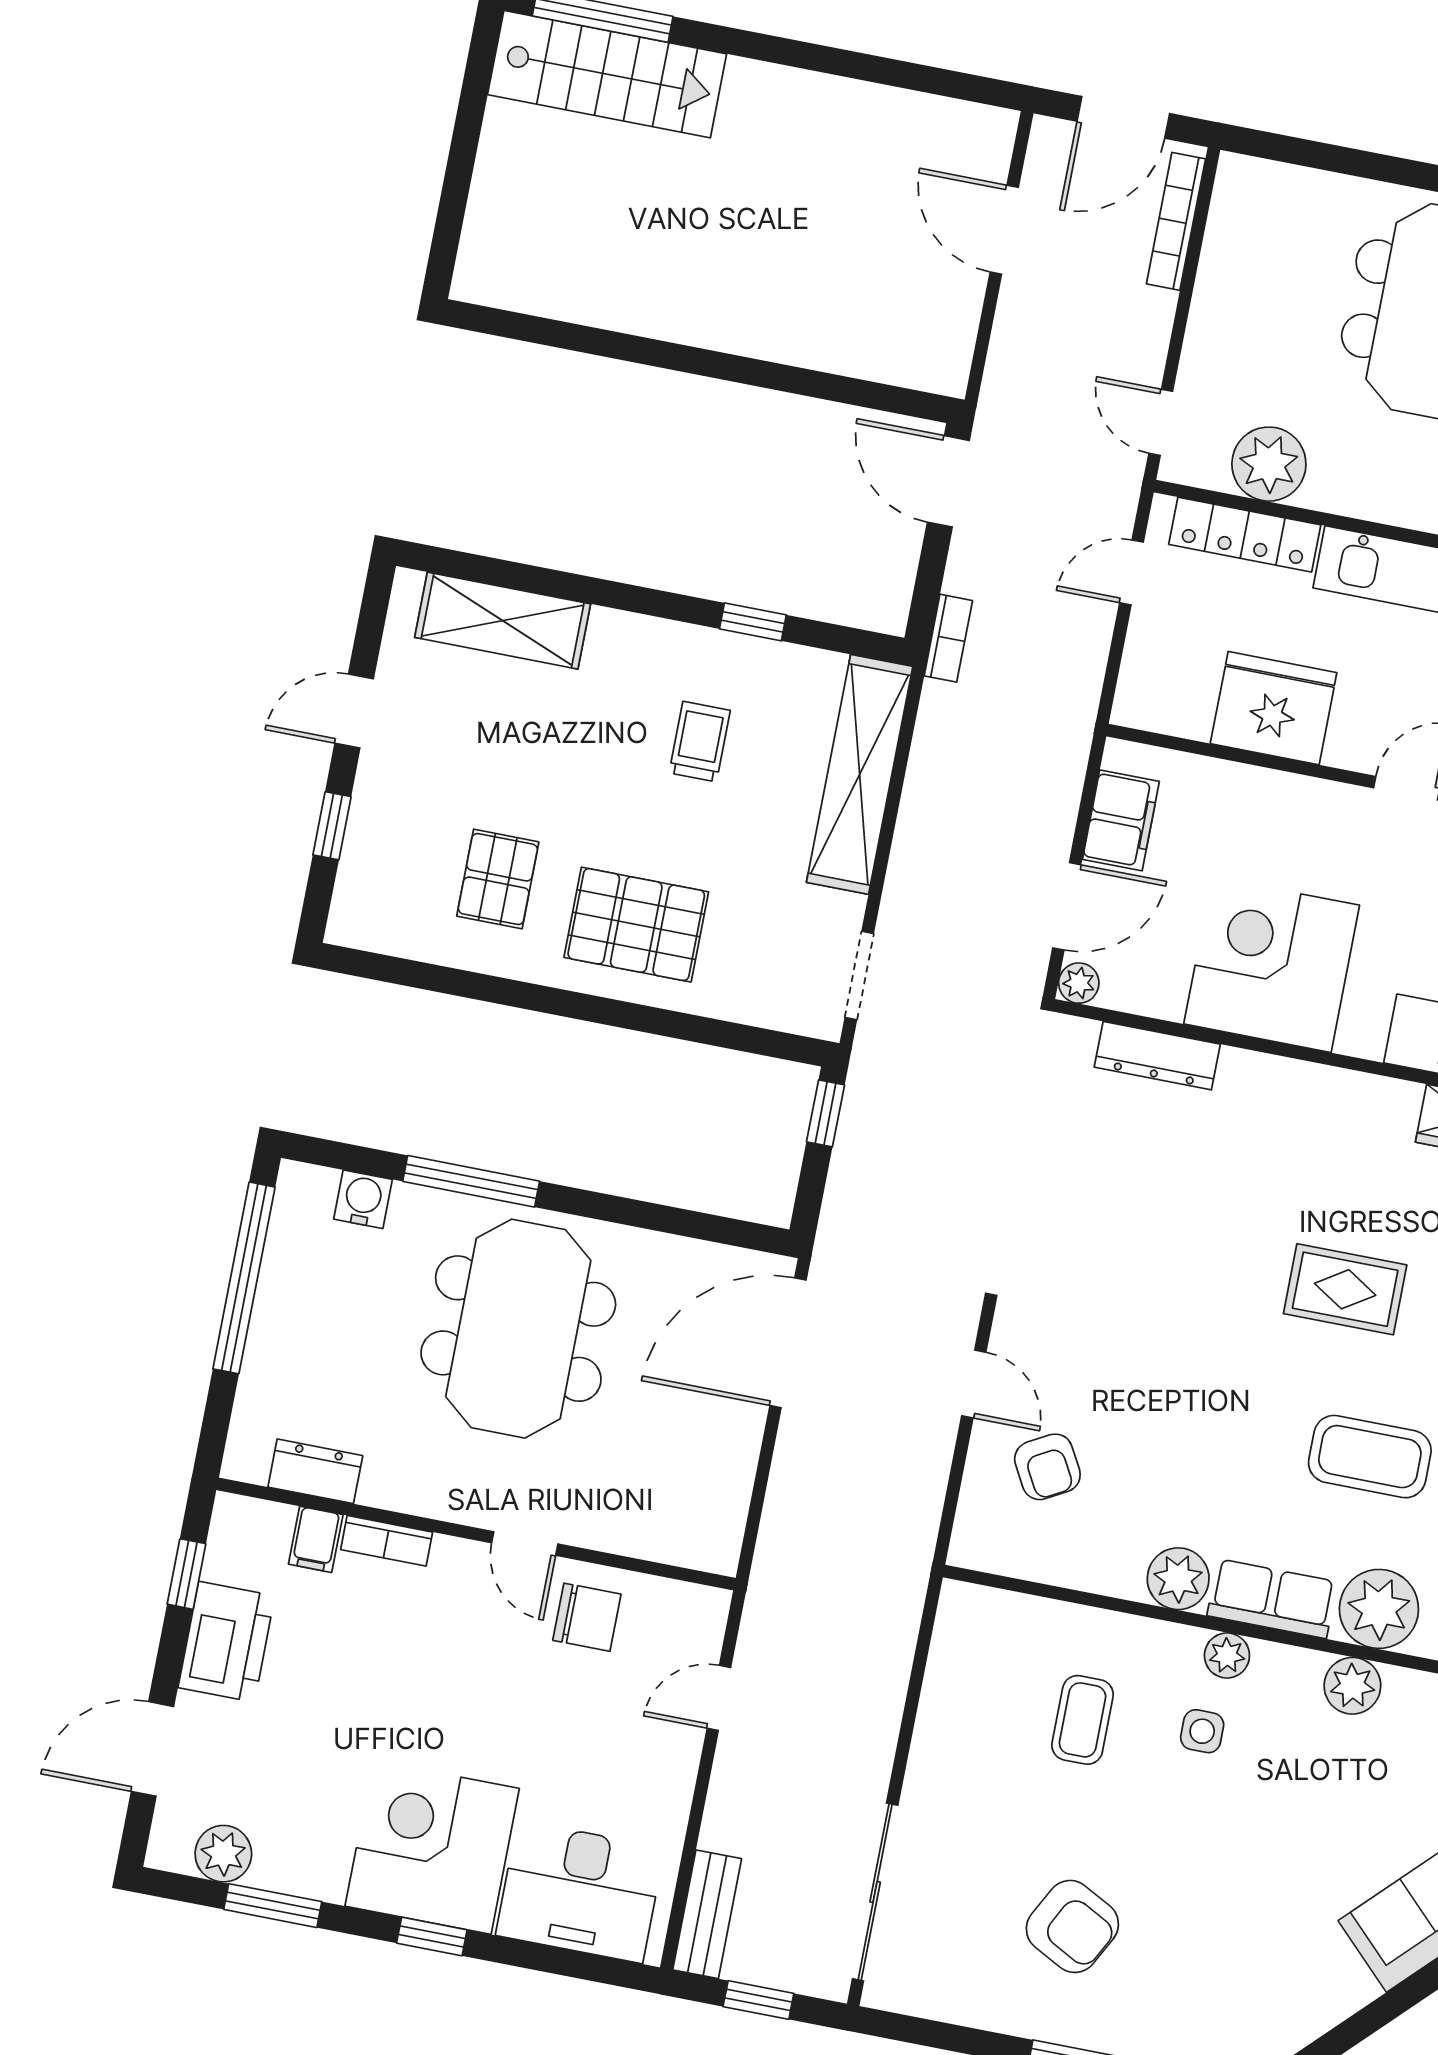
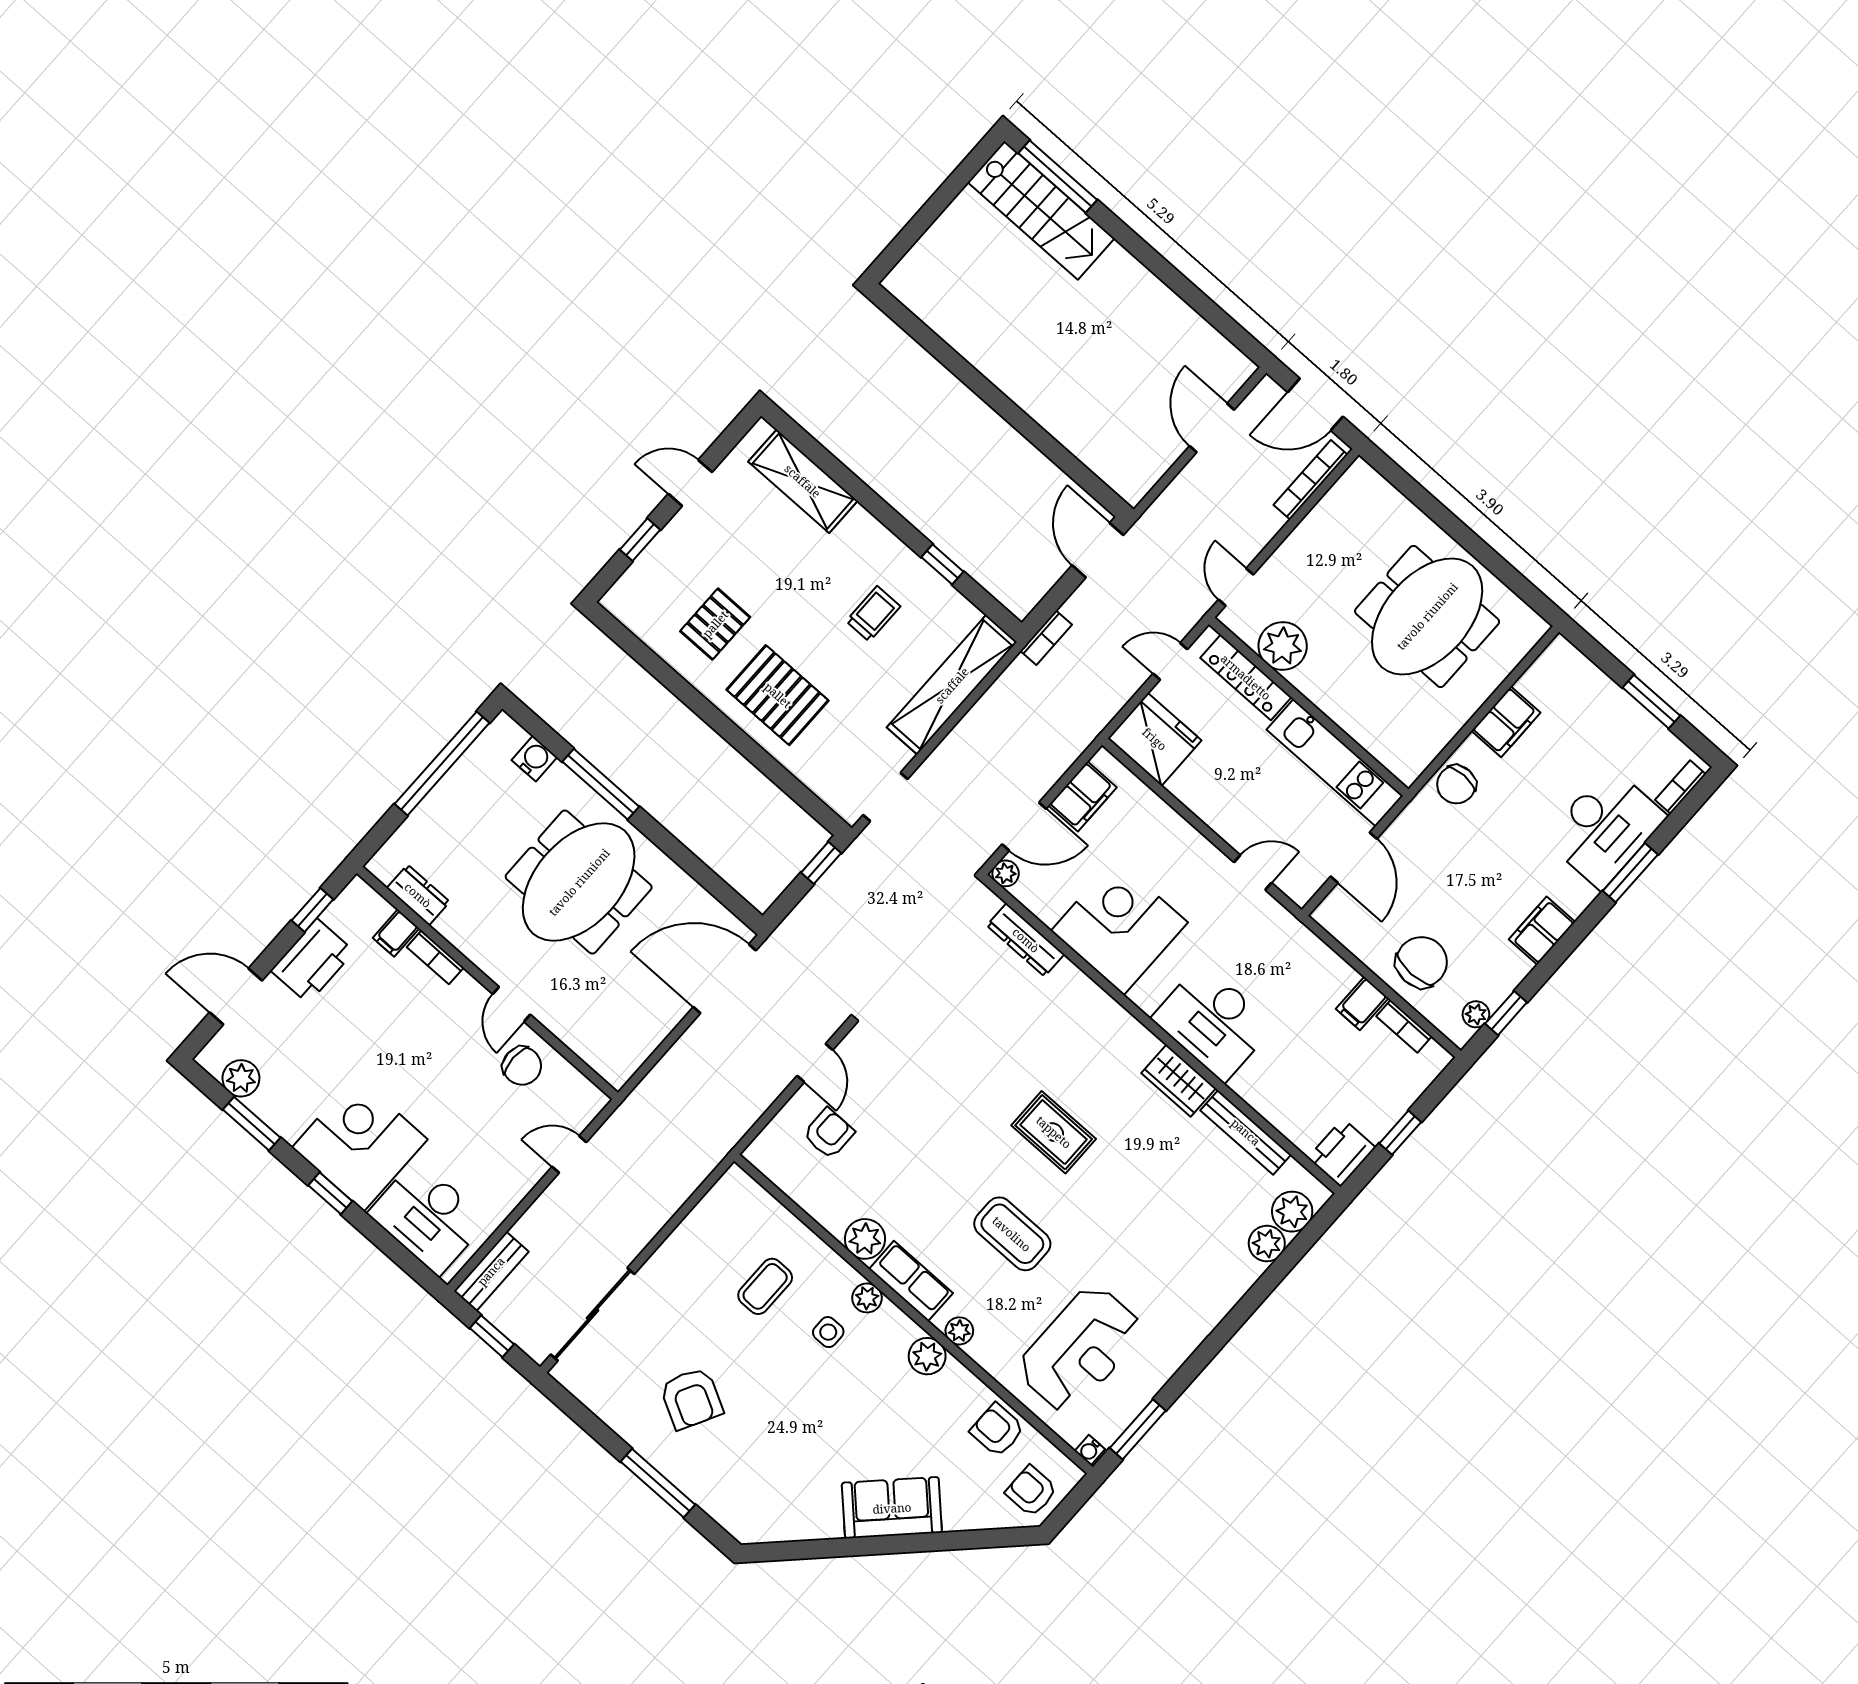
fridge: (1274, 708) -> (1155, 739), moved
armchair: (1047, 1467) -> (829, 1133), turned -151
plant: (1379, 1609) -> (959, 1331), width x0.53, depth x0.53

